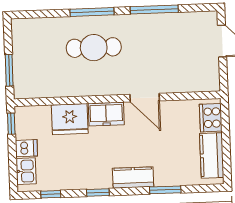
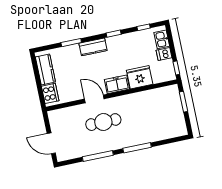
cafe table: (94, 48) -> (103, 122), moved

